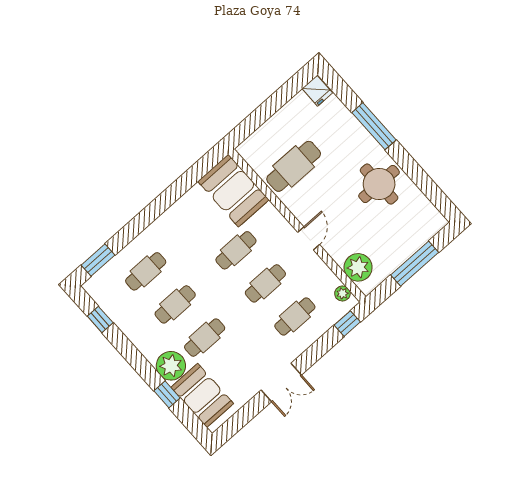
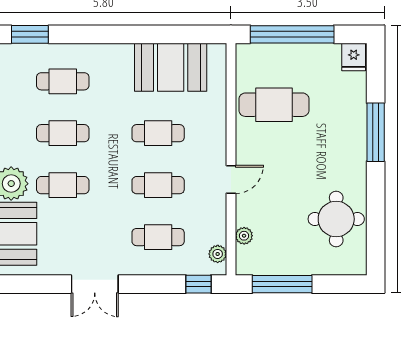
window: (265, 111) -> (292, 34), added
round table: (379, 184) -> (336, 219), moved
booth: (233, 191) -> (171, 67), moved, turned 90
window: (415, 264) -> (282, 284), moved
plant: (358, 267) -> (244, 236), width x0.53, depth x0.53

